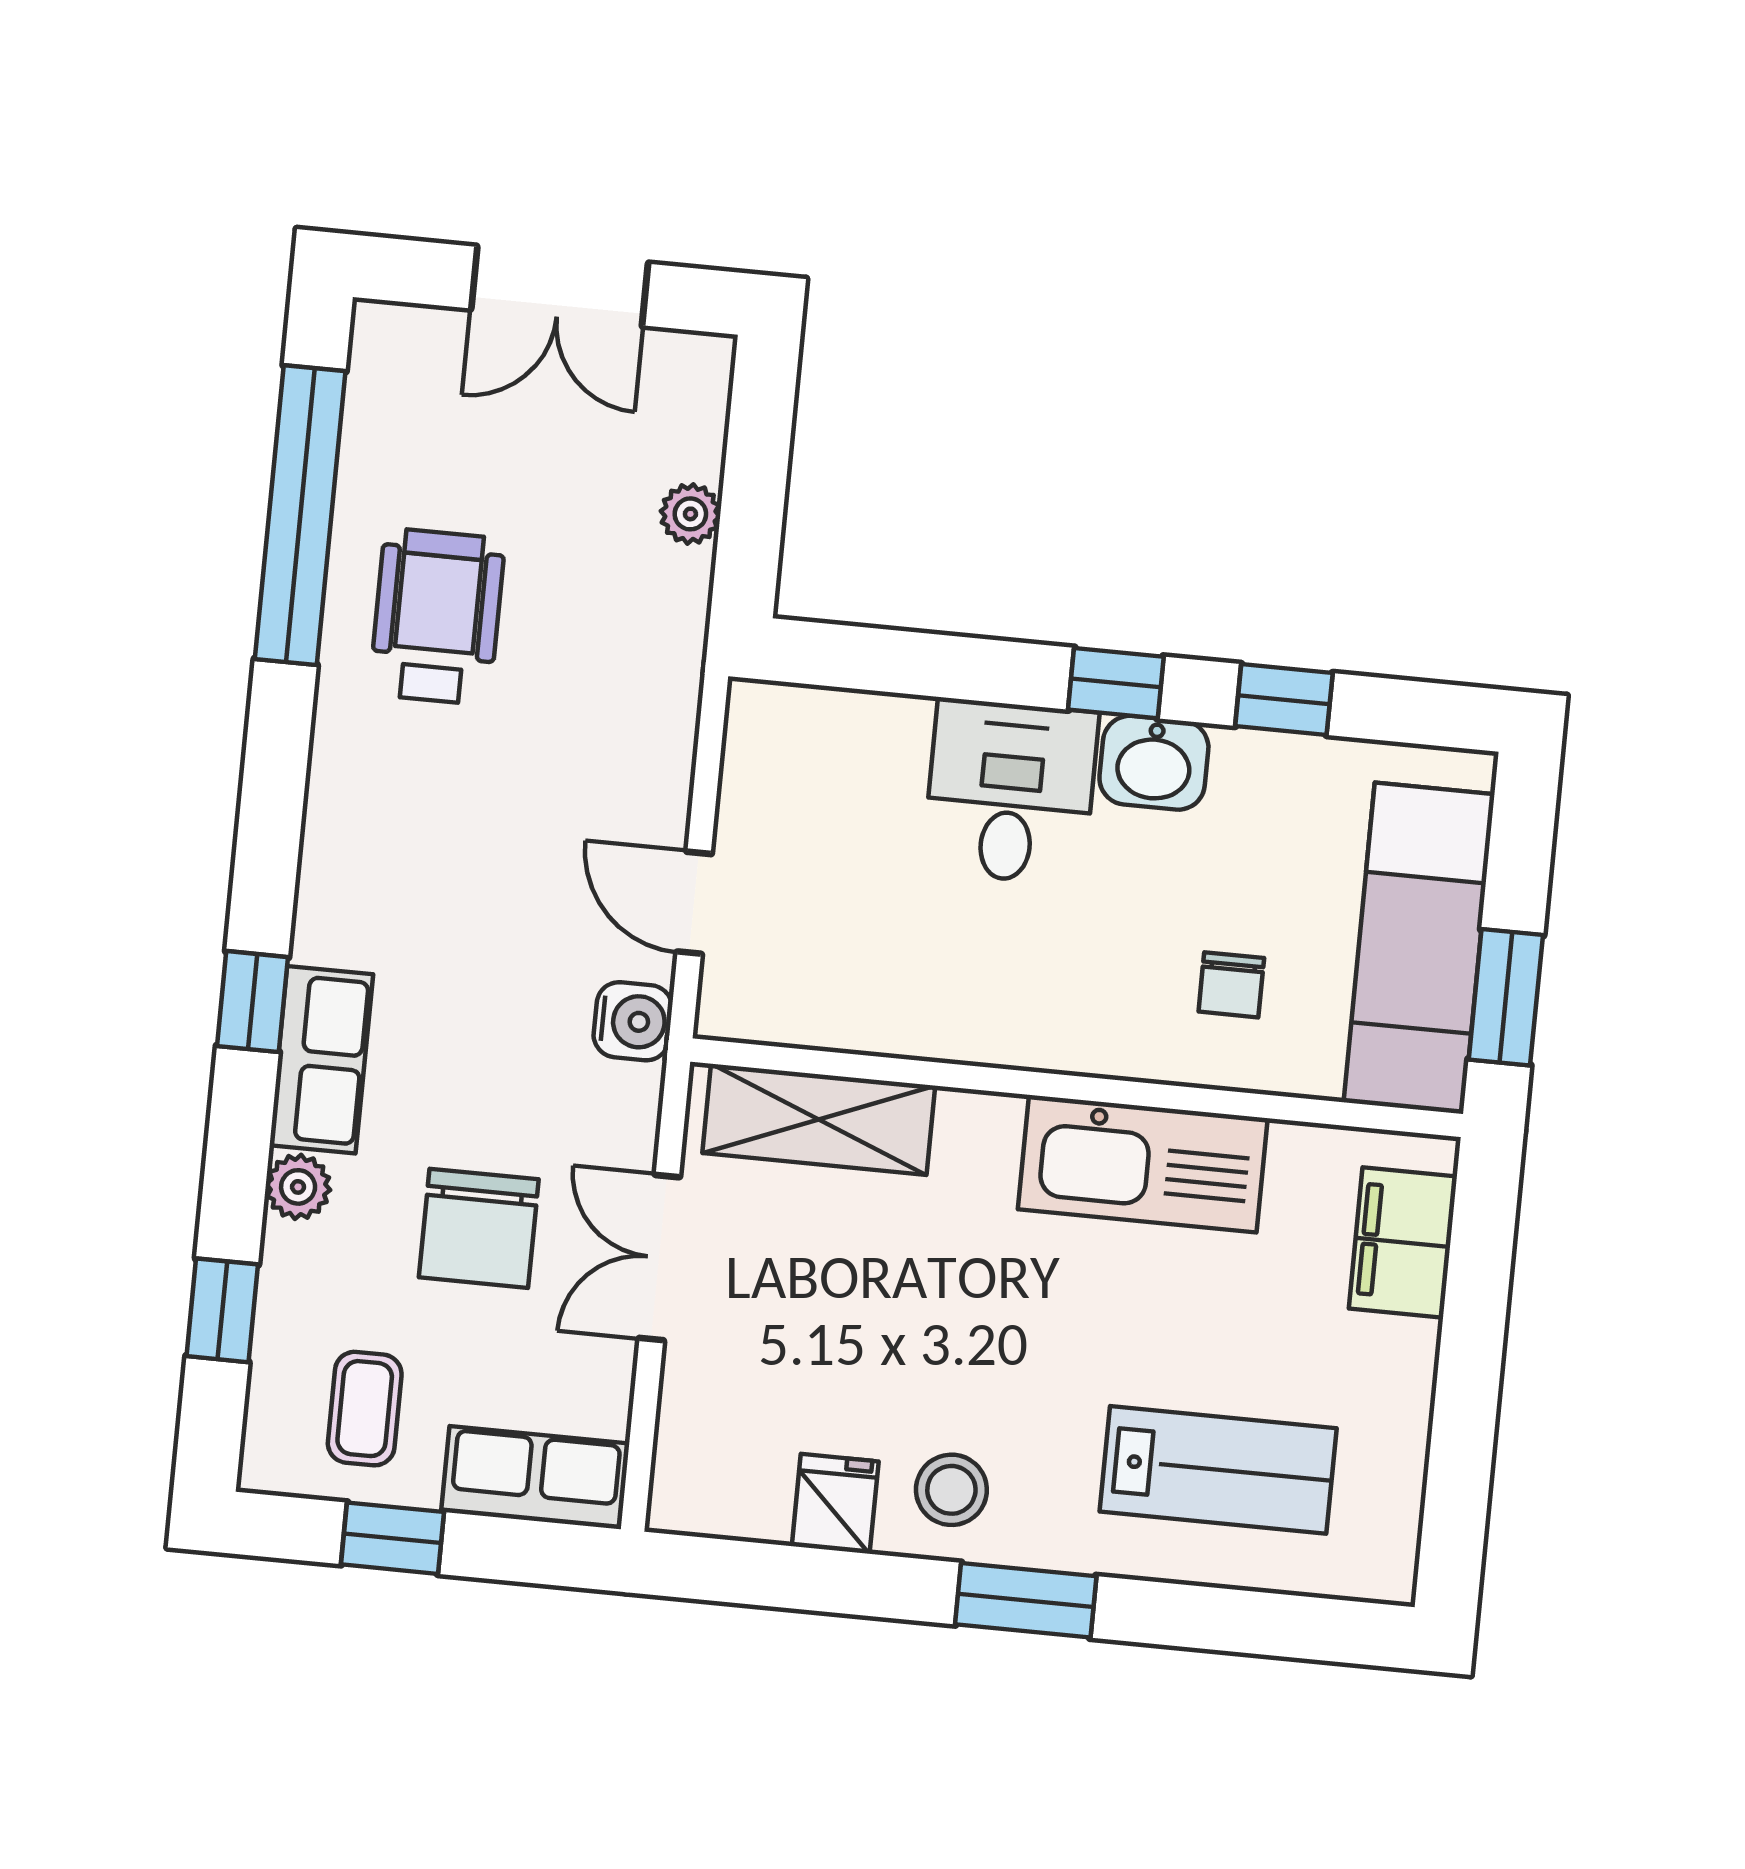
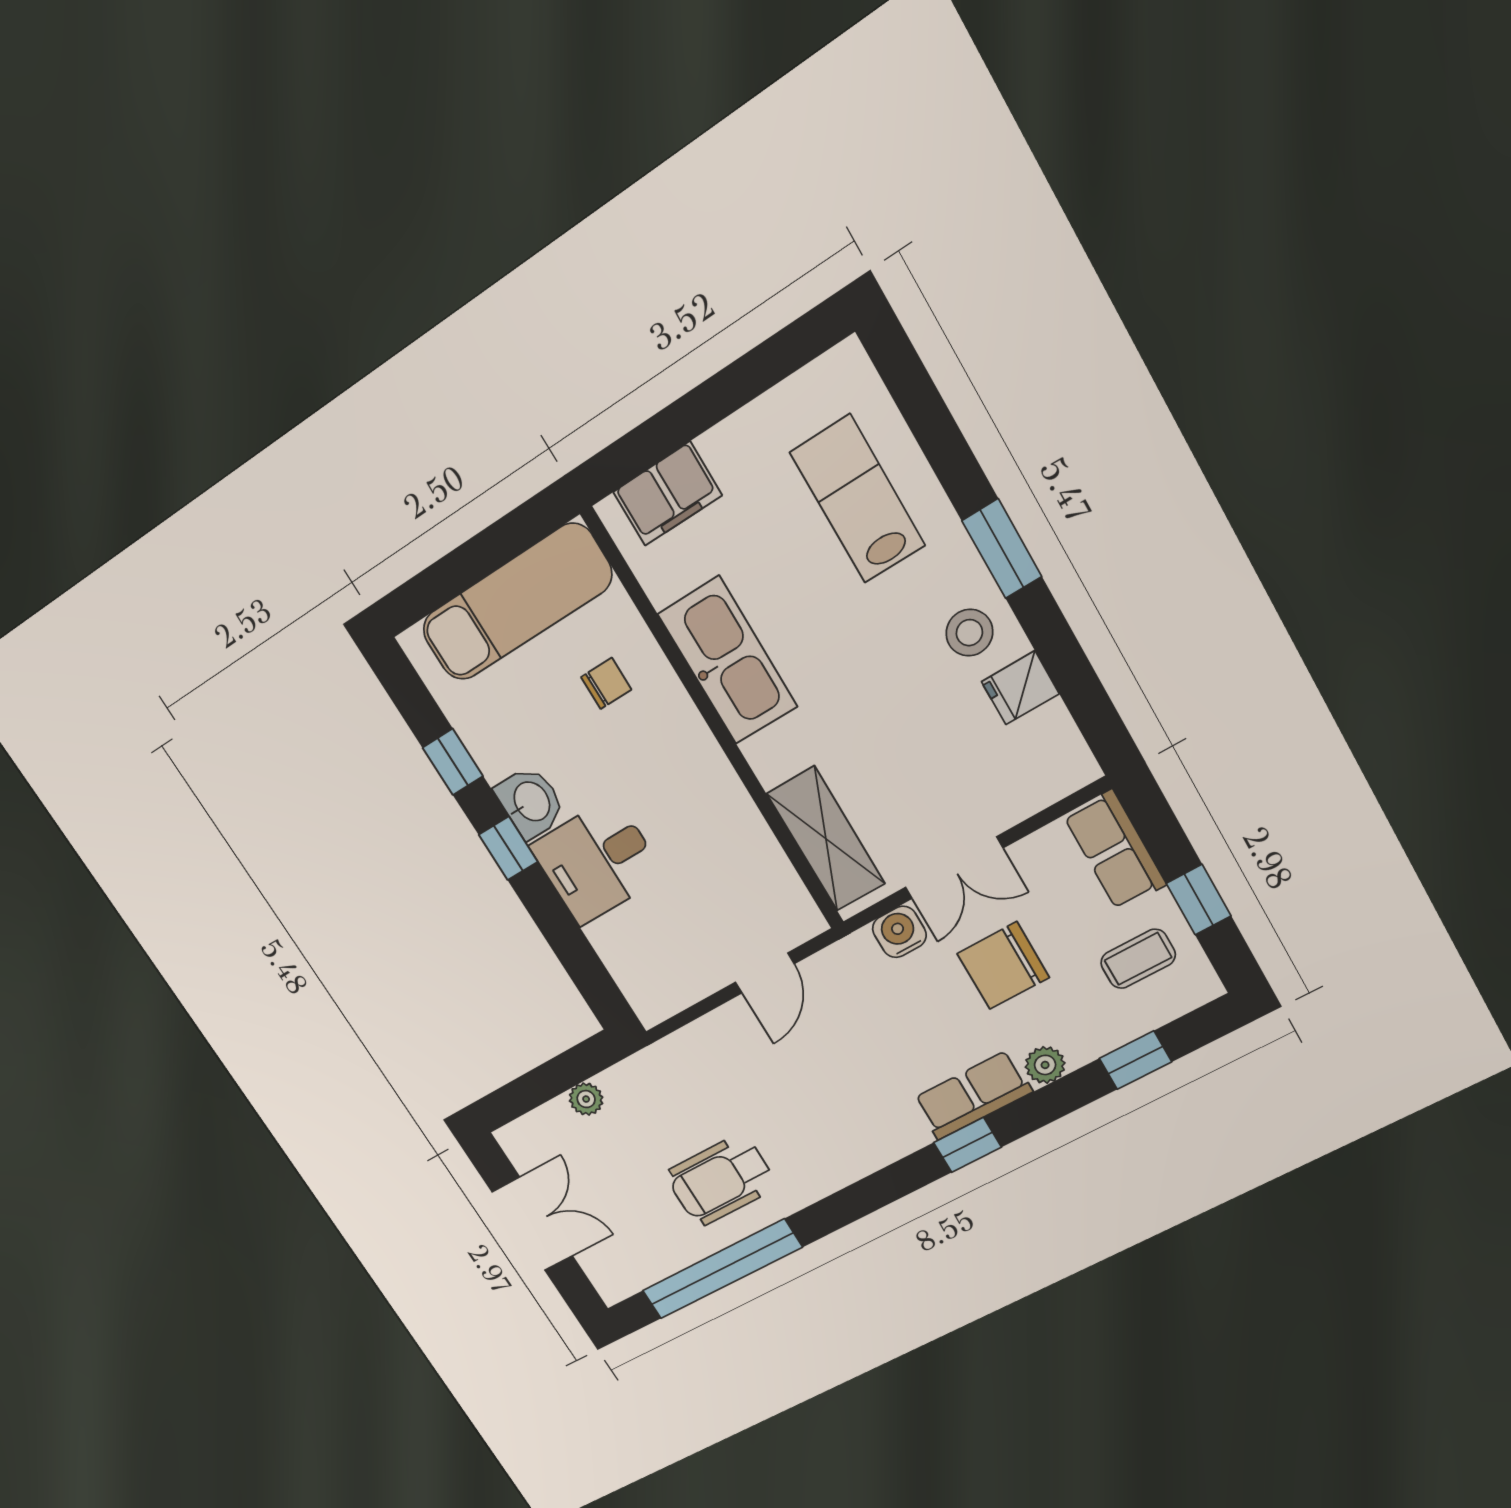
window: (1506, 997) -> (506, 539), removed
water cooler: (633, 1021) -> (899, 932), moved
chair: (479, 1228) -> (1003, 966), turned 180

